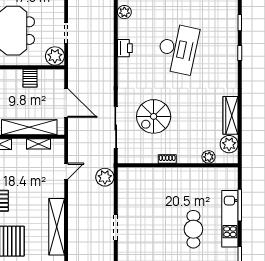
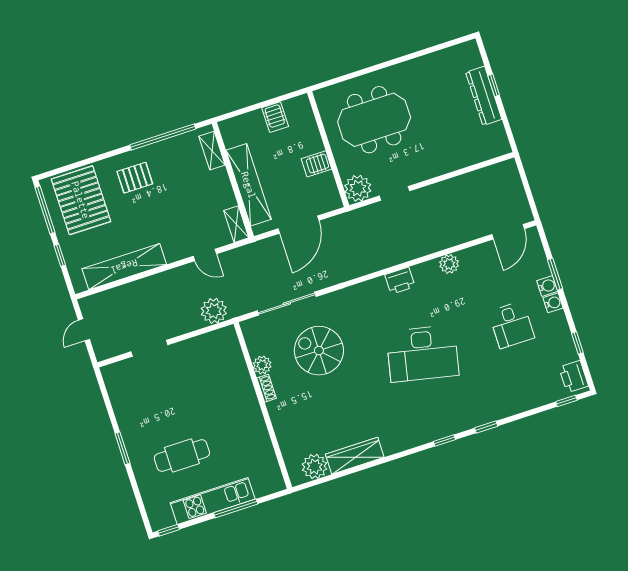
shelving: (39, 144) -> (236, 224), moved
plant: (209, 157) -> (262, 365), moved

